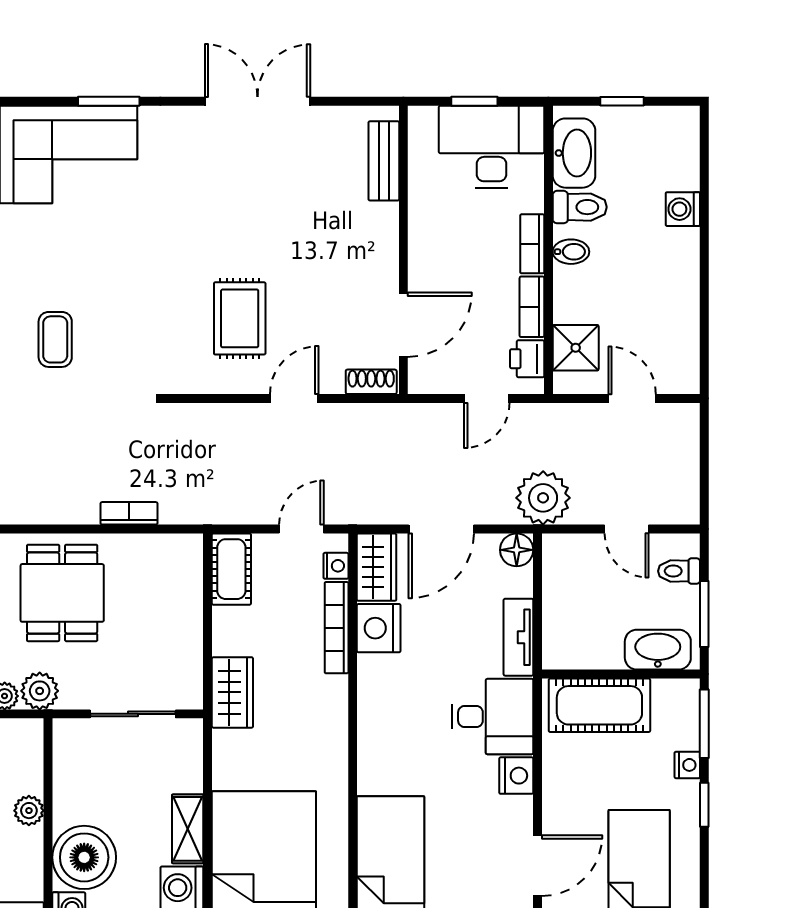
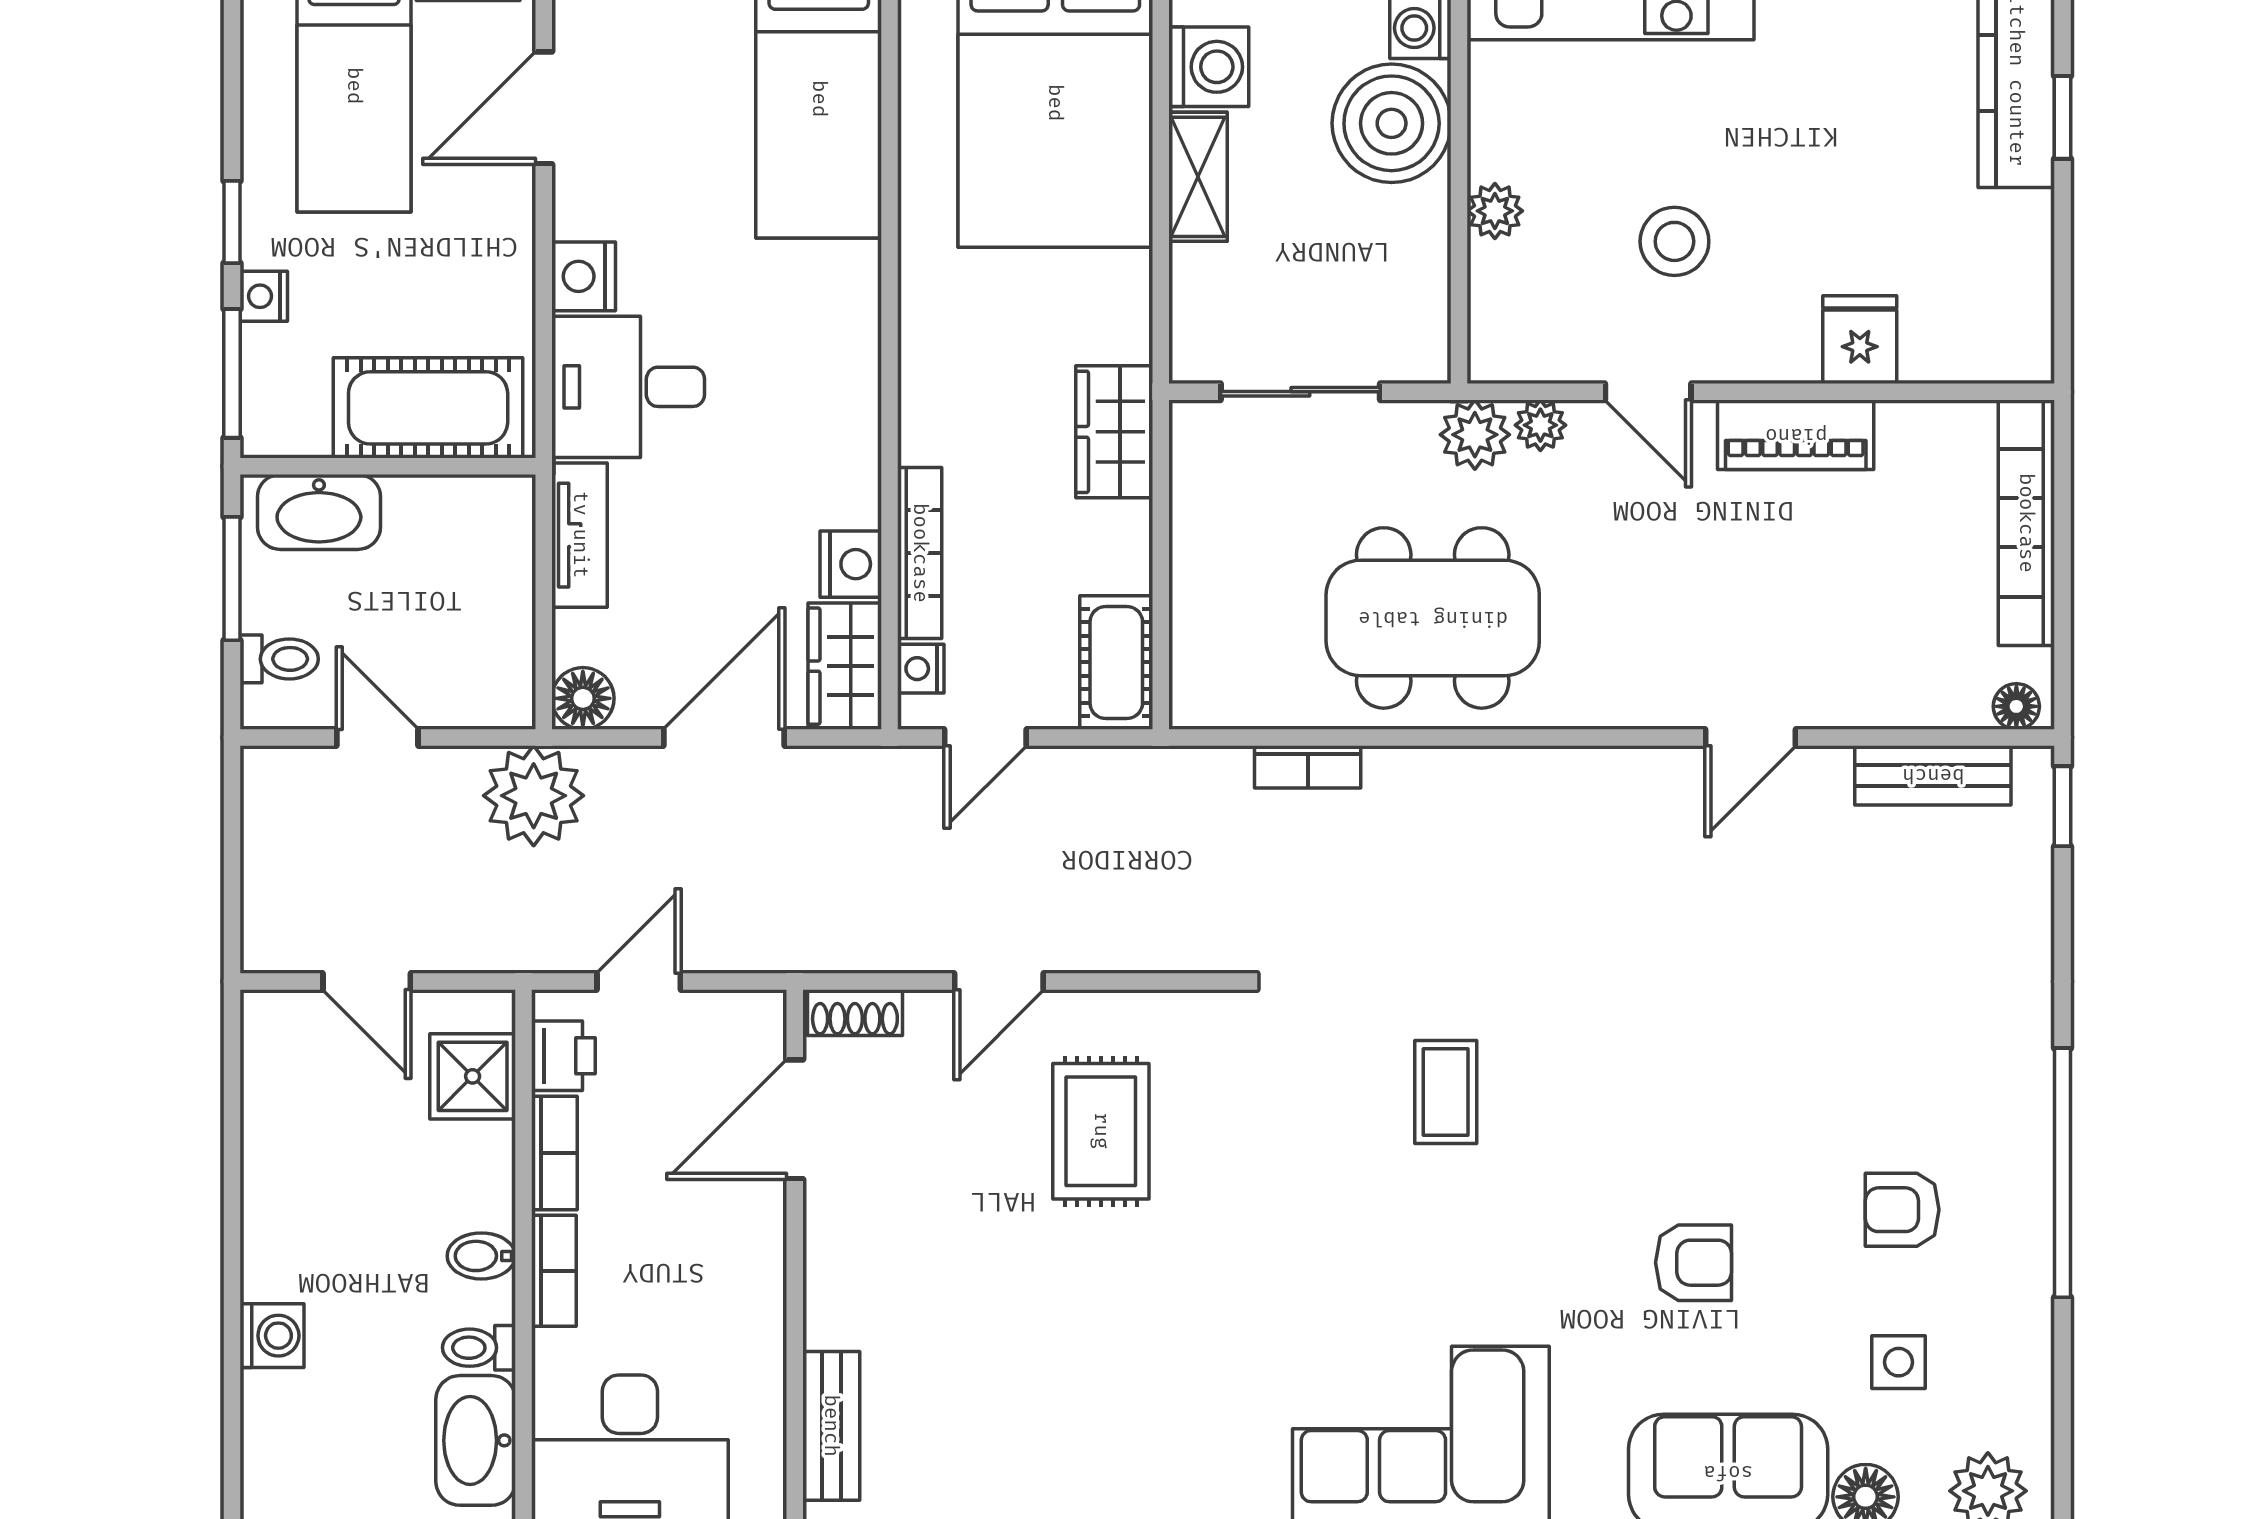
toilet: (580, 207) -> (479, 1348), width x0.73, depth x0.72
dining table: (62, 593) -> (1433, 618), width x1.38
nightstand: (379, 628) -> (851, 564), width x0.74, depth x0.75

